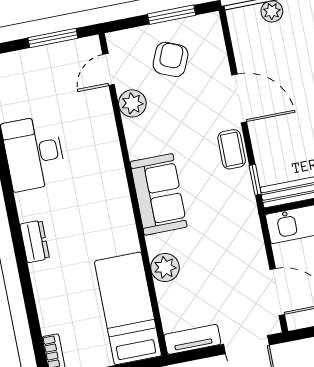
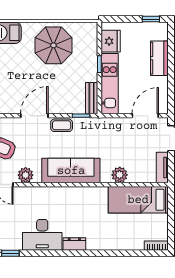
sofa: (159, 194) -> (71, 171), width x1.36
dresser: (35, 241) -> (74, 244), moved

